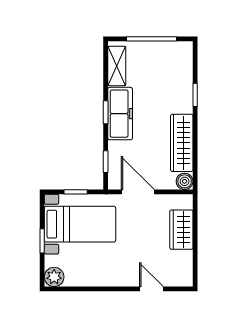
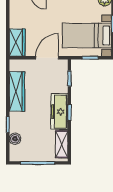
boiler: (185, 181) -> (15, 139), moved
door: (138, 192) -> (47, 58), swing flipped
wardrobe: (181, 230) -> (17, 43), moved

